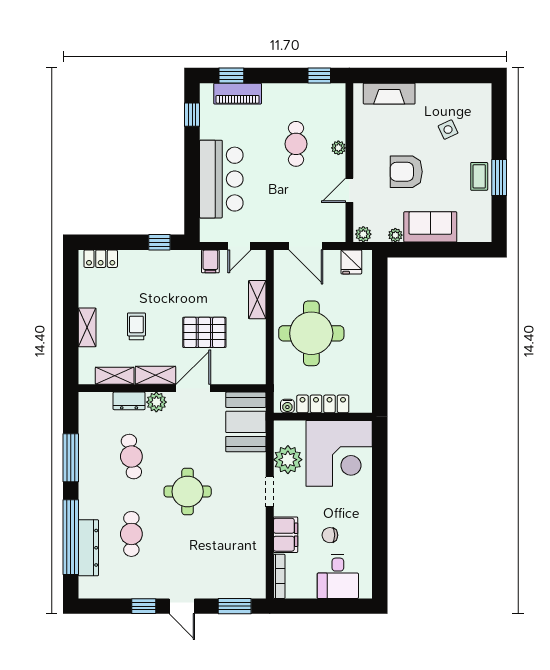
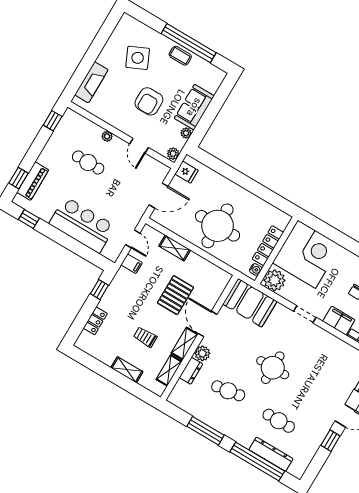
side table: (448, 130) -> (138, 58), width x1.87, depth x1.87
window: (499, 177) -> (189, 43), width x2.11
locker: (101, 259) -> (95, 321), moved
plant: (288, 460) -> (274, 280), moved

